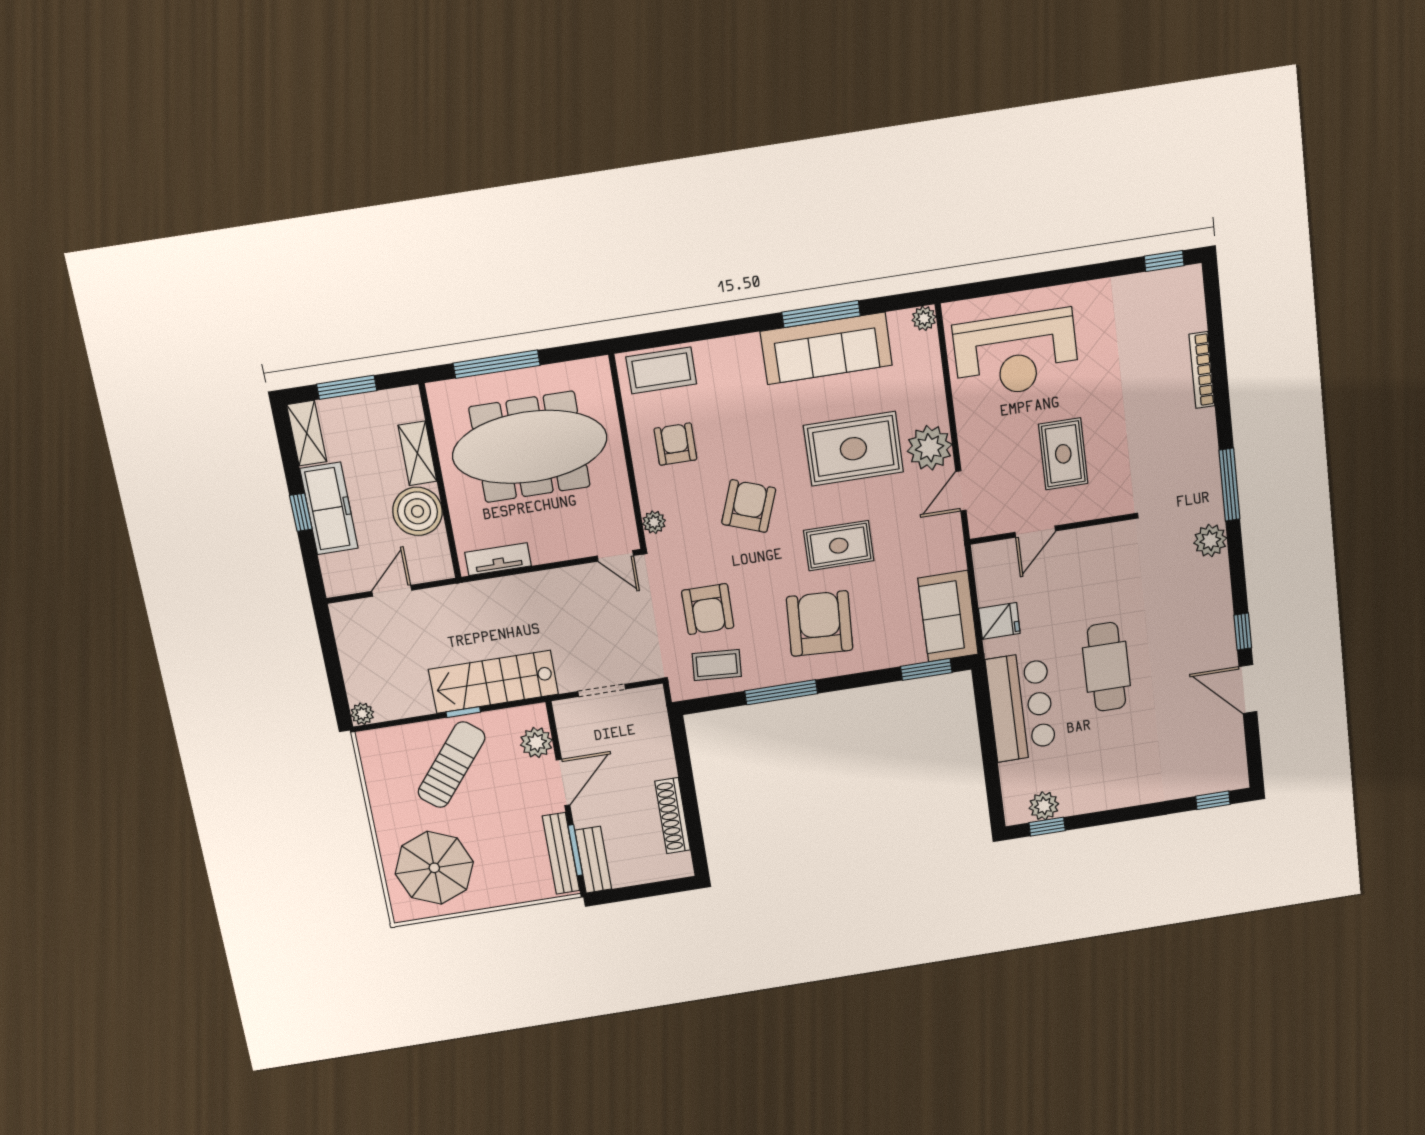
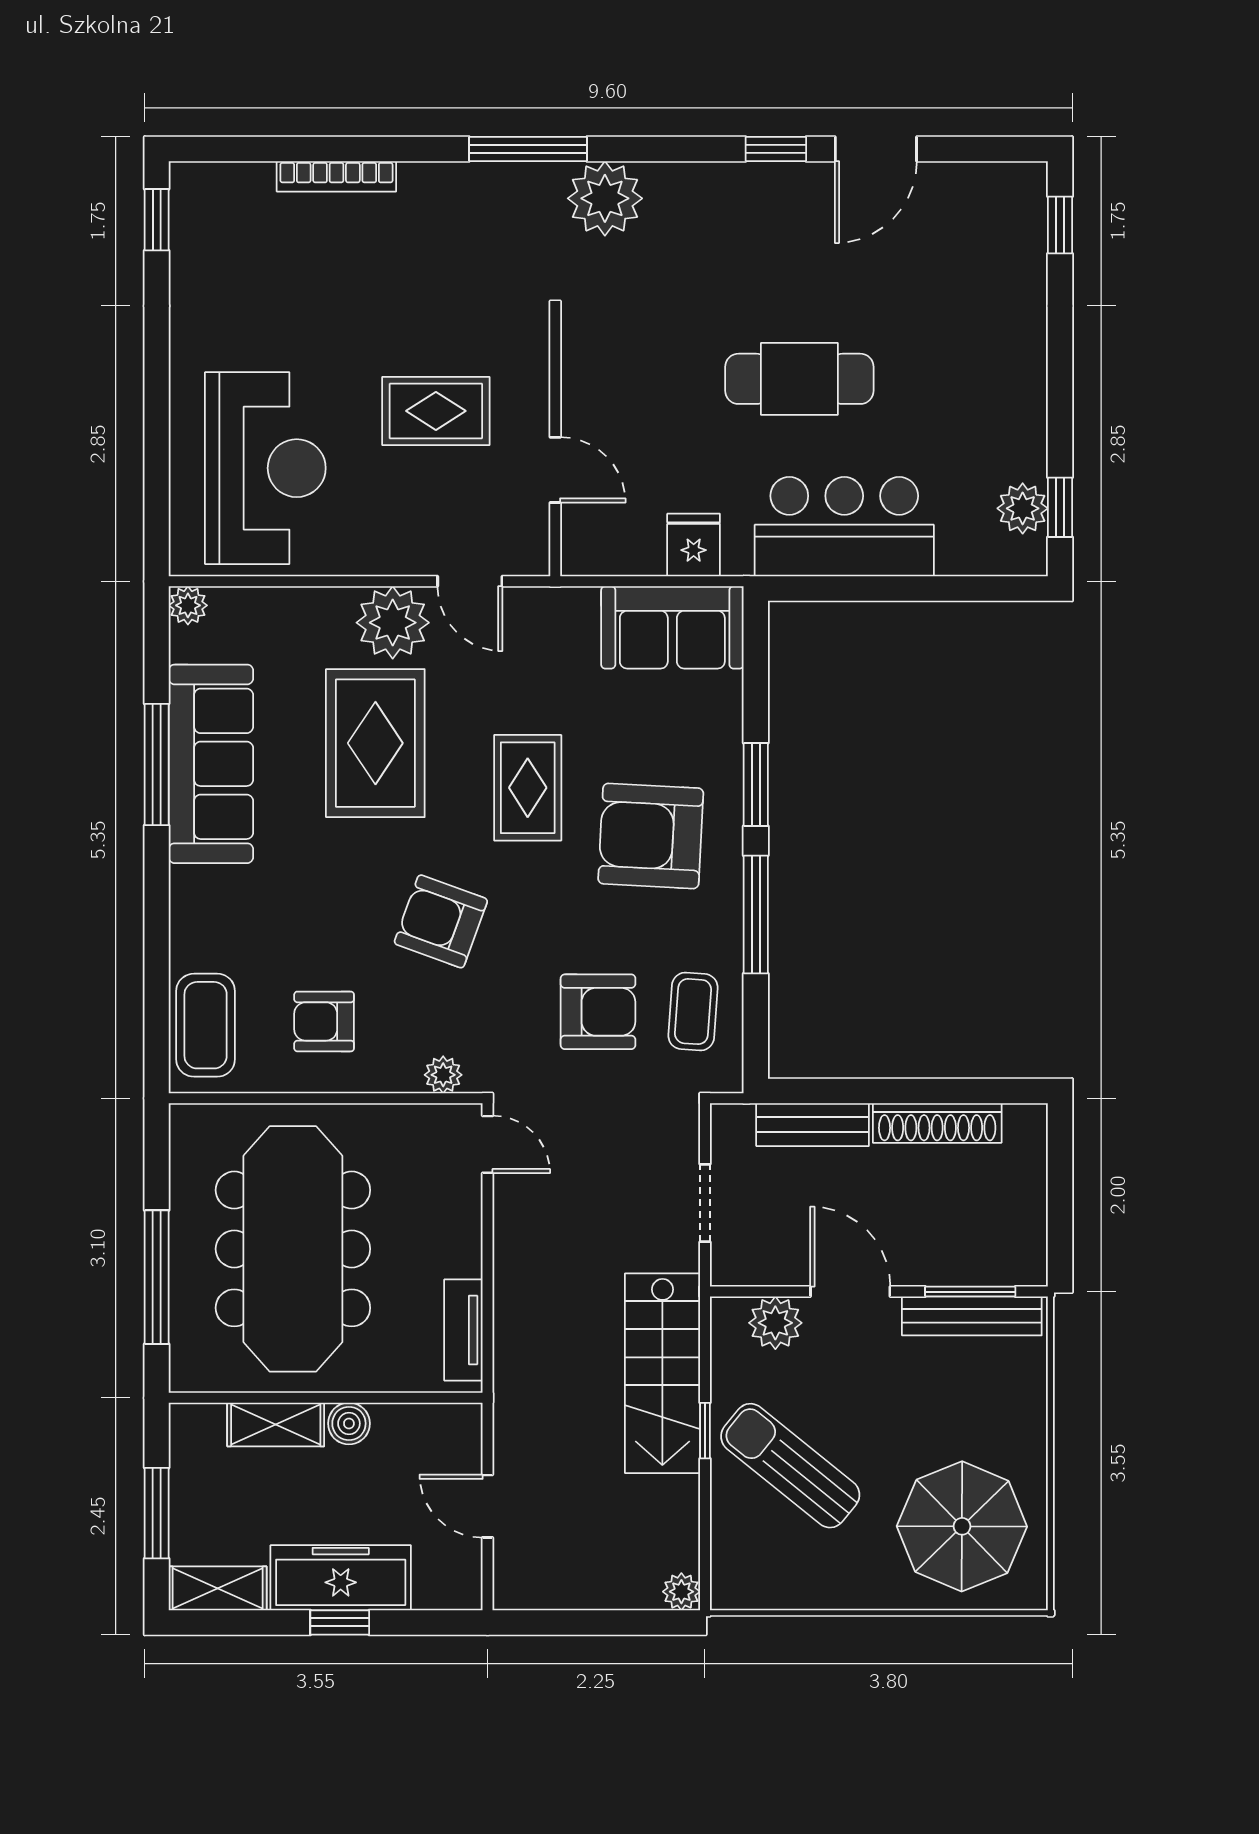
boiler: (418, 511) -> (349, 1423), width x0.54, depth x0.54
plant: (1210, 541) -> (605, 198), width x1.36, depth x1.36
door: (615, 556) -> (488, 1144), hinge flipped
window: (926, 669) -> (756, 784), moved
bench: (593, 860) -> (813, 1125), moved

